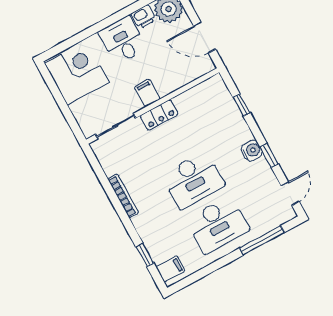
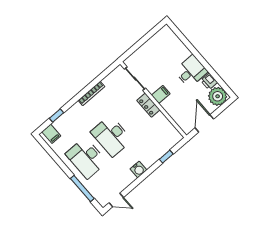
corner desk: (77, 73) -> (164, 46), removed
window: (269, 156) -> (138, 181), removed

